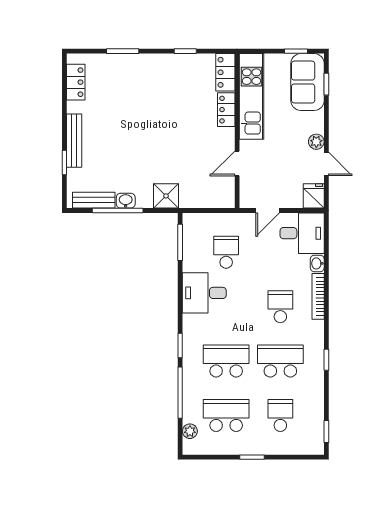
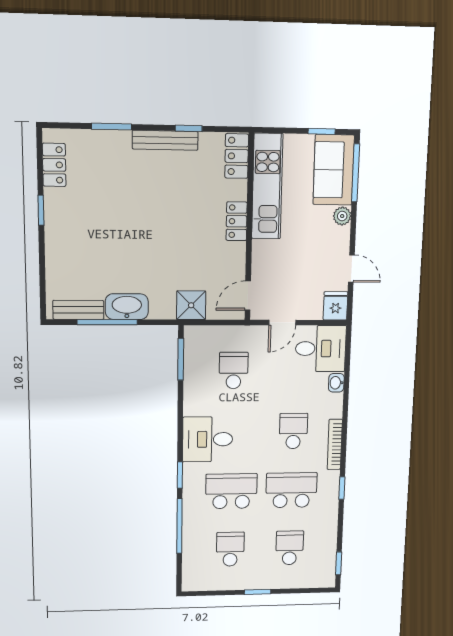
window: (326, 84) -> (356, 173), width x2.17
locker: (226, 110) -> (237, 221), moved
bench: (74, 141) -> (165, 140), moved, turned 90
plant: (316, 142) -> (342, 216), moved
window: (64, 163) -> (41, 210), moved
door: (237, 163) -> (248, 296), moved
shower: (166, 196) -> (191, 305), moved
washbasin: (126, 201) -> (127, 307), width x1.91, depth x1.45
desk: (204, 293) -> (208, 439), moved
bookcase: (318, 296) -> (335, 444), moved
school desk: (226, 415) -> (230, 549), width x0.54
plant: (190, 431) -> (190, 567), removed

